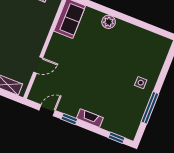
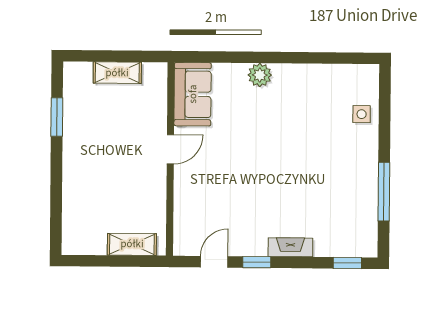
door: (38, 65) -> (170, 149), moved
side table: (141, 83) -> (362, 114), moved

